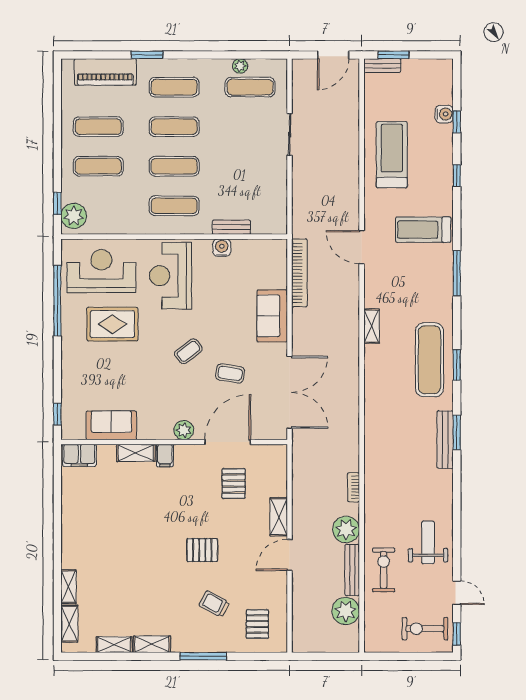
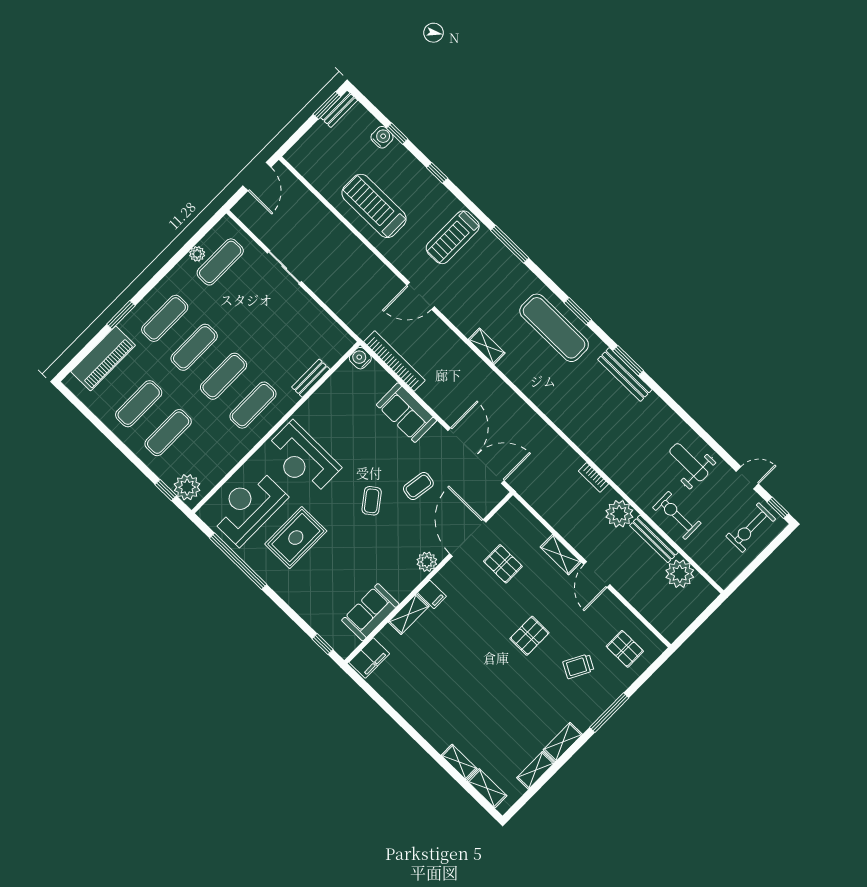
window: (393, 55) -> (327, 105), moved
bench: (382, 66) -> (339, 109), moved
water cooler: (222, 248) -> (360, 358), moved

